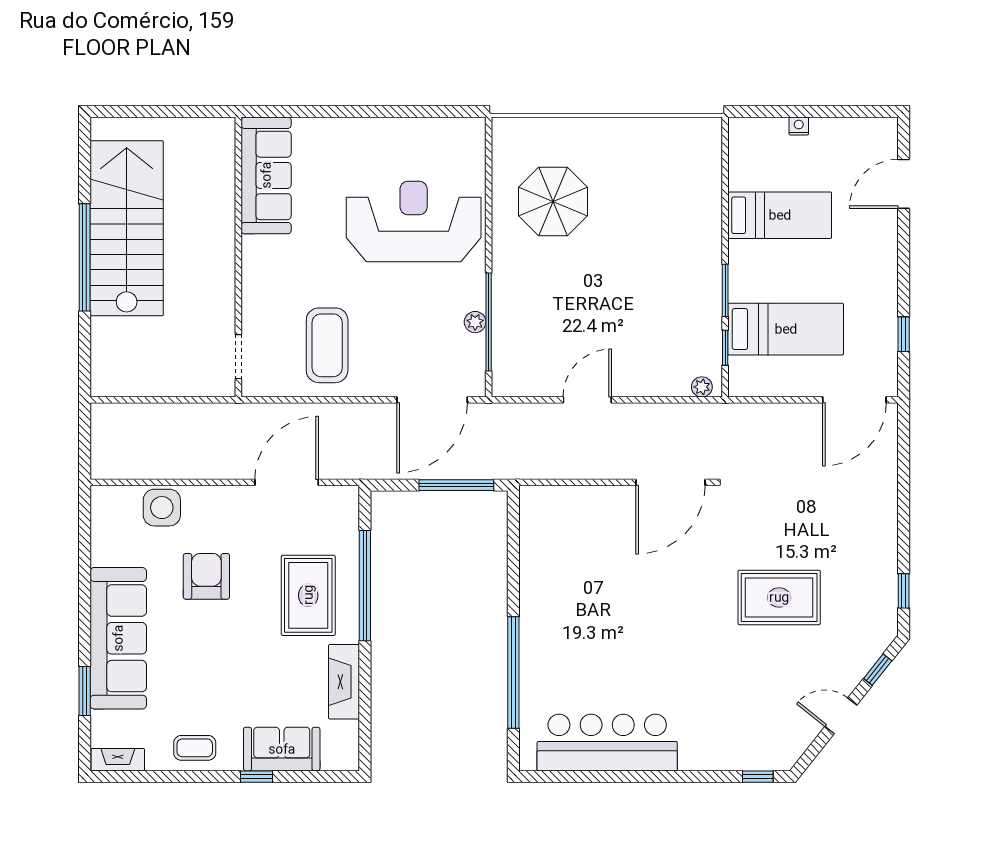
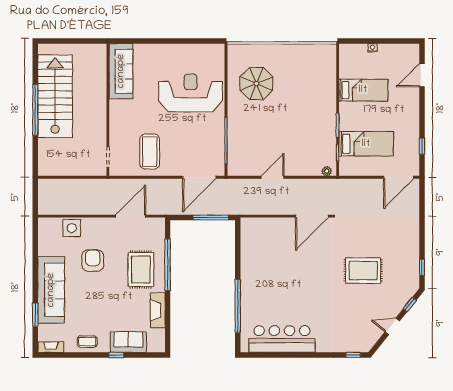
plant: (475, 322) -> (220, 141), removed

